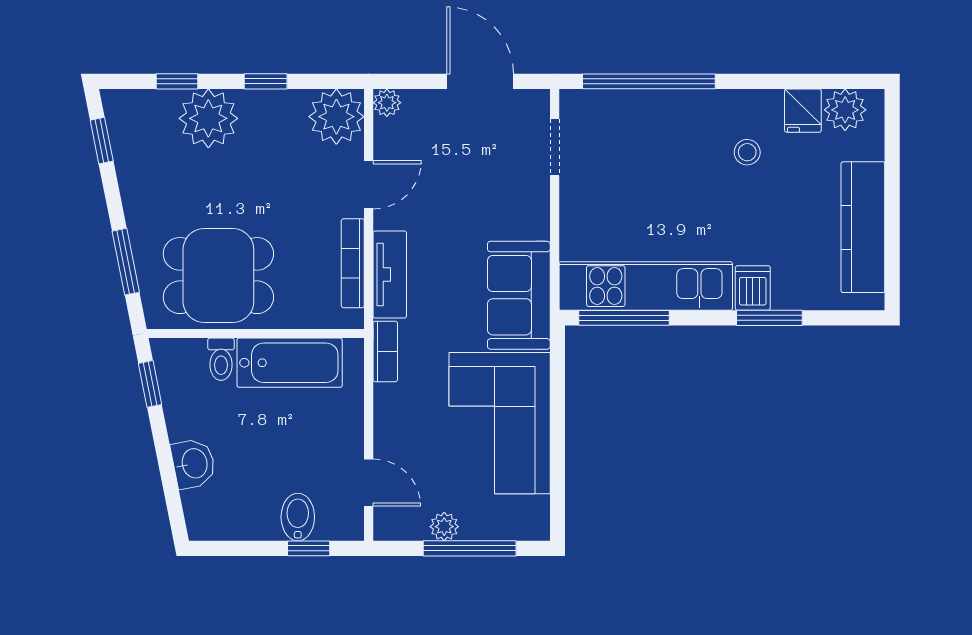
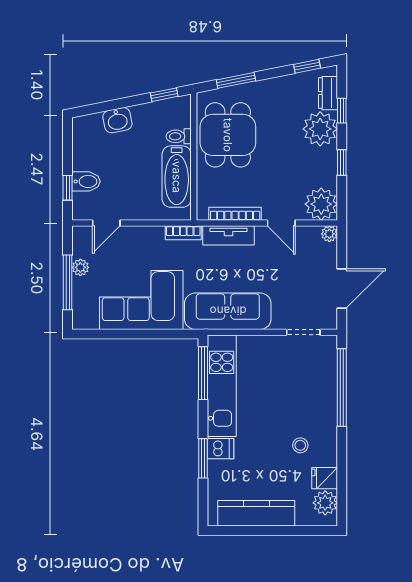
dresser: (147, 105) -> (328, 93), added
sofa: (519, 295) -> (228, 311), width x1.36

